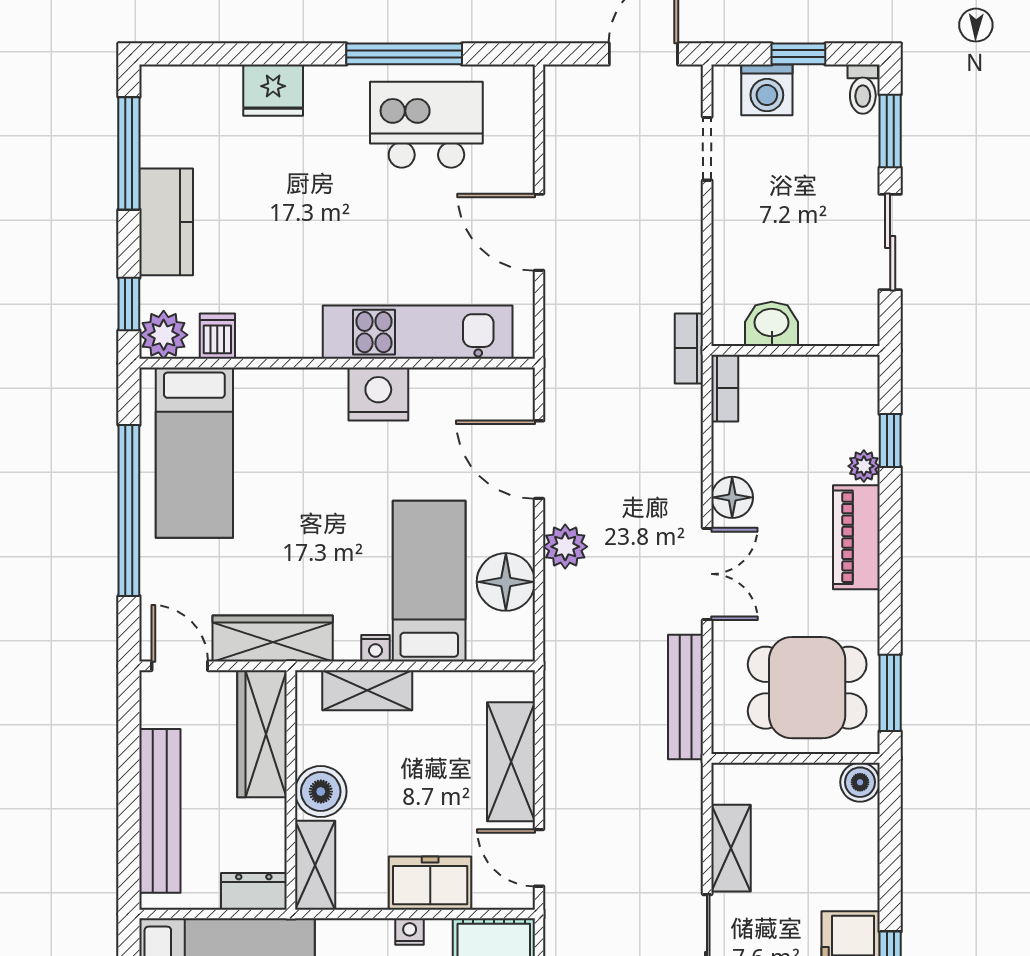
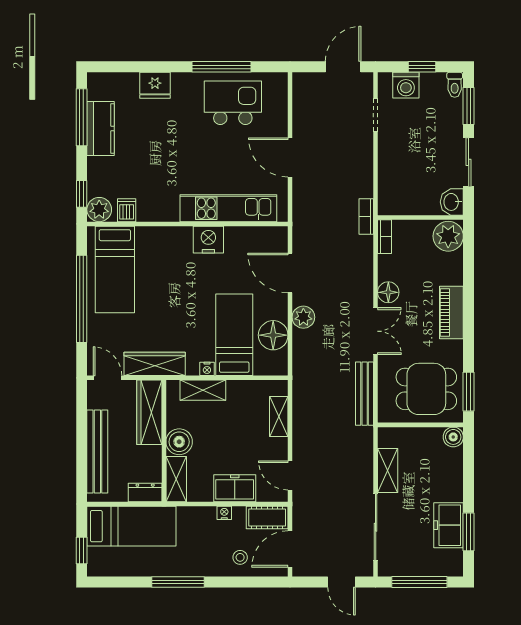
kitchen counter: (166, 222) -> (101, 128), moved
washbasin: (772, 324) -> (452, 202), moved, turned -90
window: (890, 441) -> (469, 263), removed
plant: (864, 466) -> (448, 236), moved, width x1.88, depth x1.88
shelving: (511, 762) -> (279, 417), width x0.67, depth x0.75

